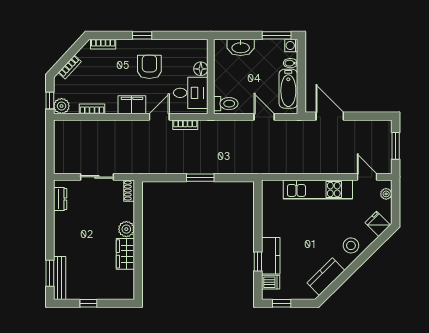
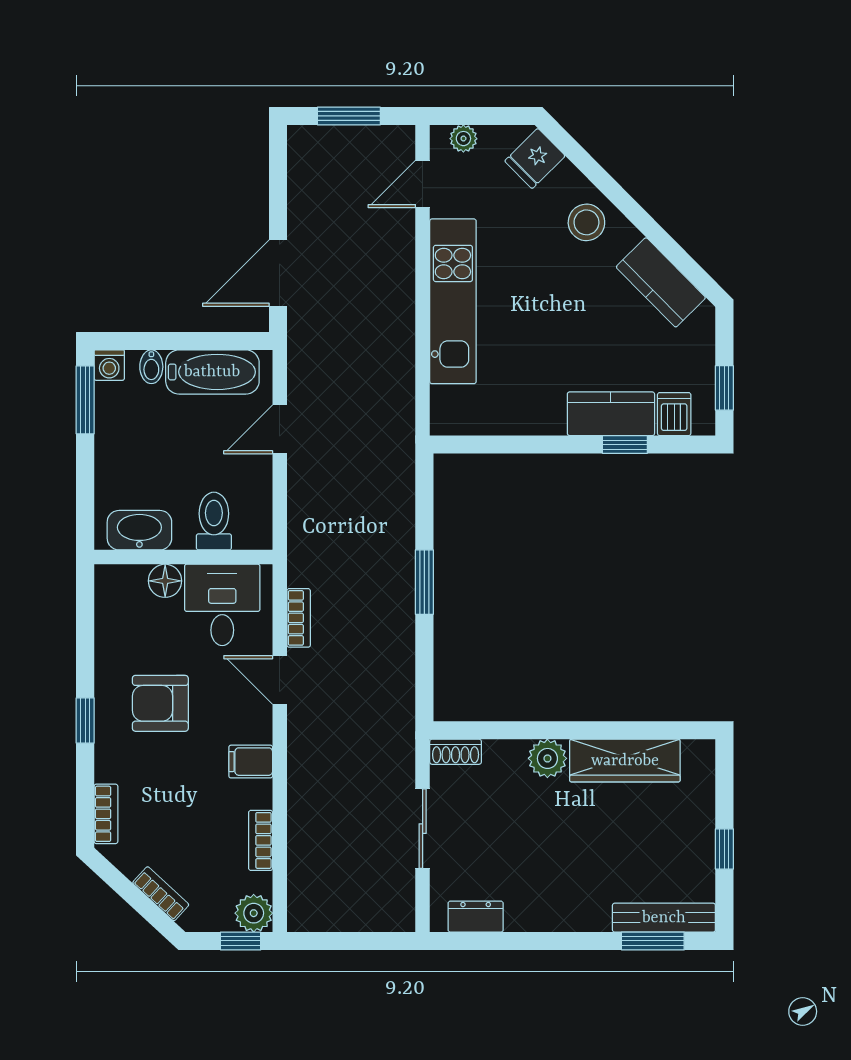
washbasin: (241, 47) -> (139, 530), moved, turned -90
toilet: (226, 104) -> (214, 521), moved
filing cabinet: (132, 105) -> (251, 762), width x0.50
wardrobe: (125, 254) -> (625, 761), width x1.50

